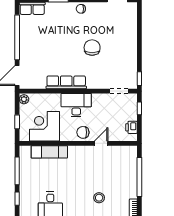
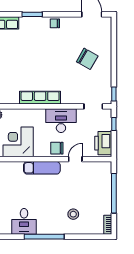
chair: (92, 48) -> (87, 59), moved, turned 120
desk: (76, 105) -> (61, 121), moved
printer: (131, 127) -> (103, 143), width x1.87, depth x1.48
exam couch: (49, 152) -> (42, 168), moved

